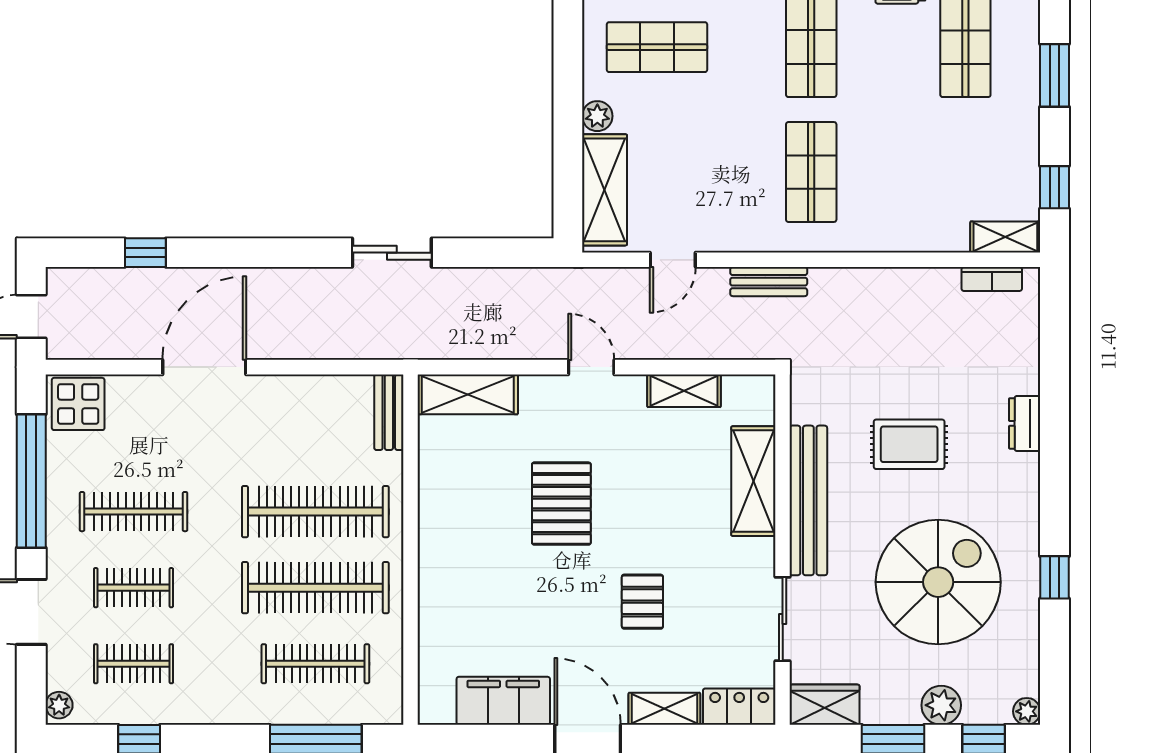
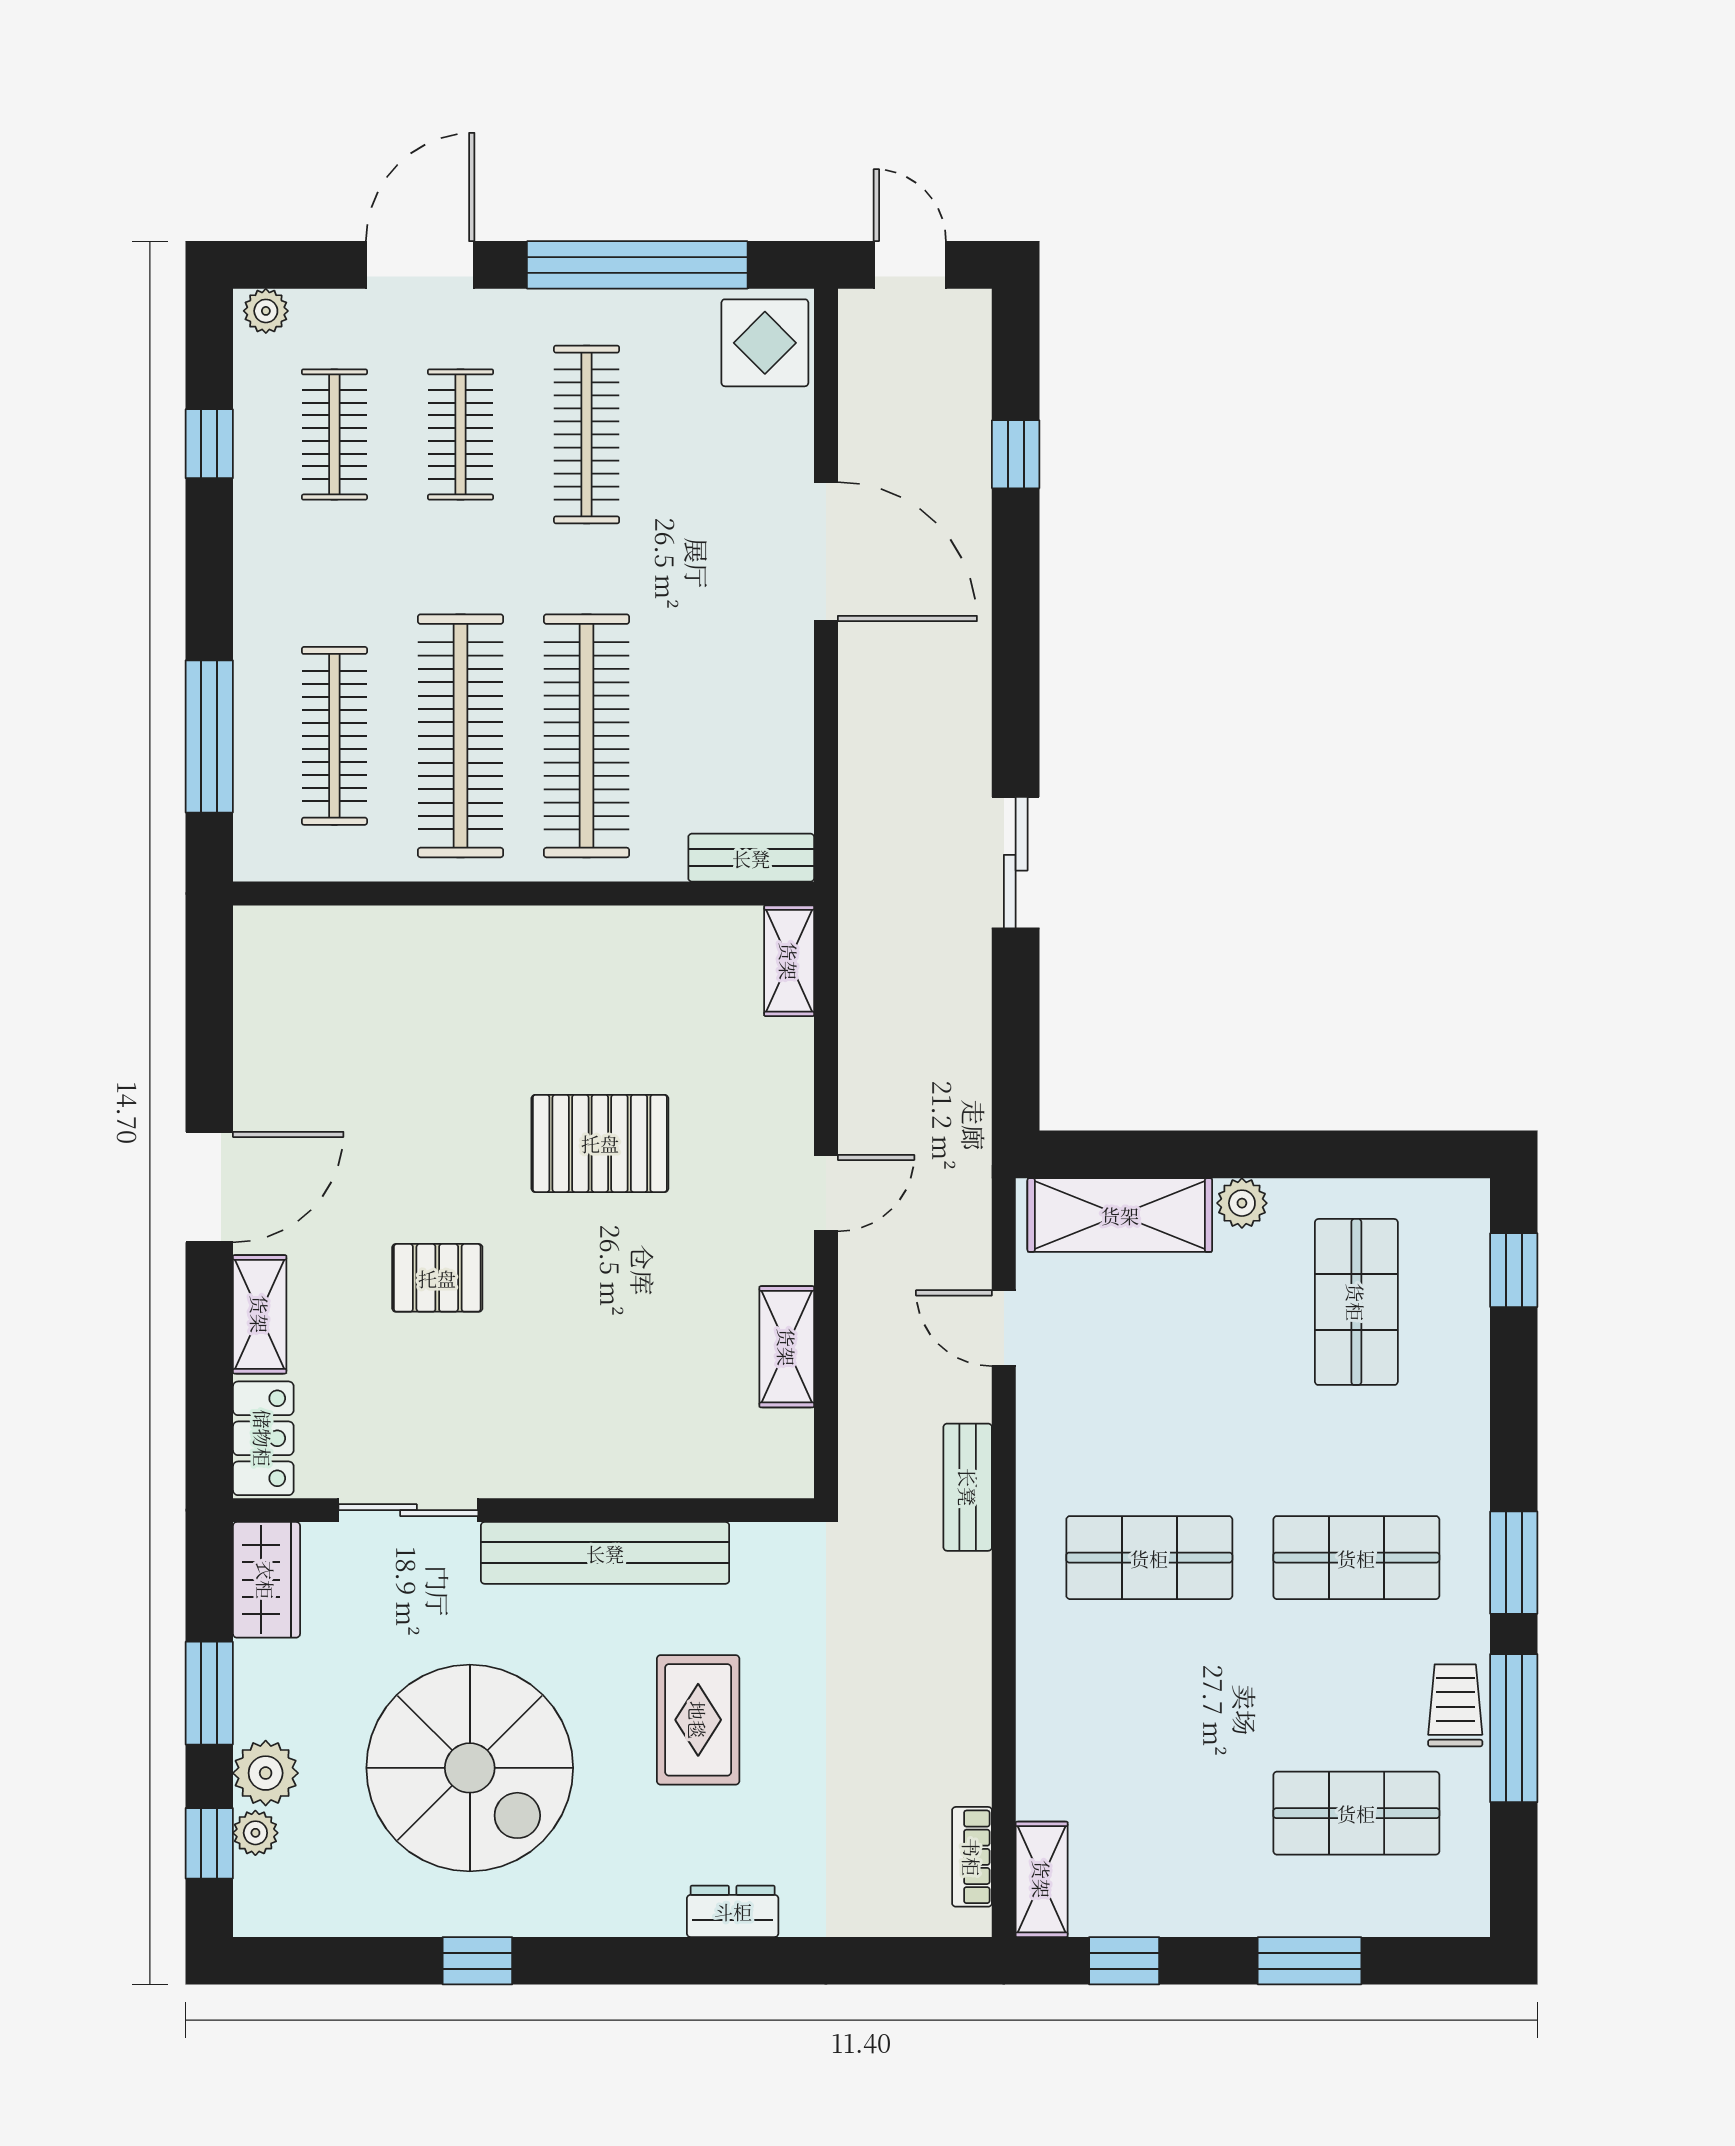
shelving: (468, 394) -> (789, 961), width x0.67, depth x0.75
shelving: (753, 481) -> (637, 1462), removed
filing cabinet: (503, 701) -> (273, 1047), removed
plant: (1027, 711) -> (255, 1833), moved

